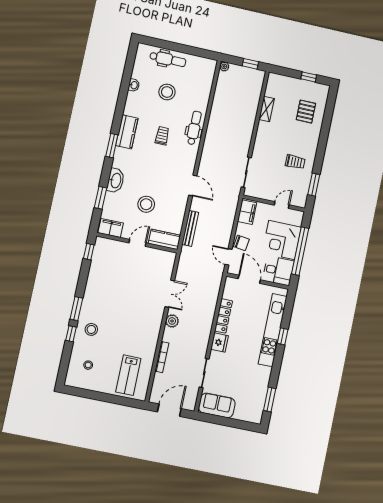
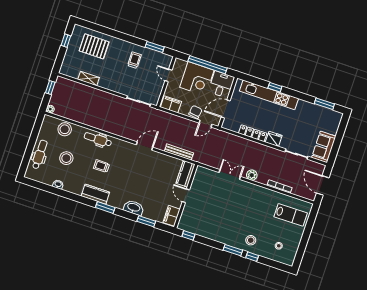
pallet: (306, 112) -> (94, 46), width x1.50, depth x1.42
stool: (146, 204) -> (65, 129), moved

